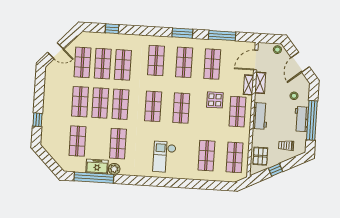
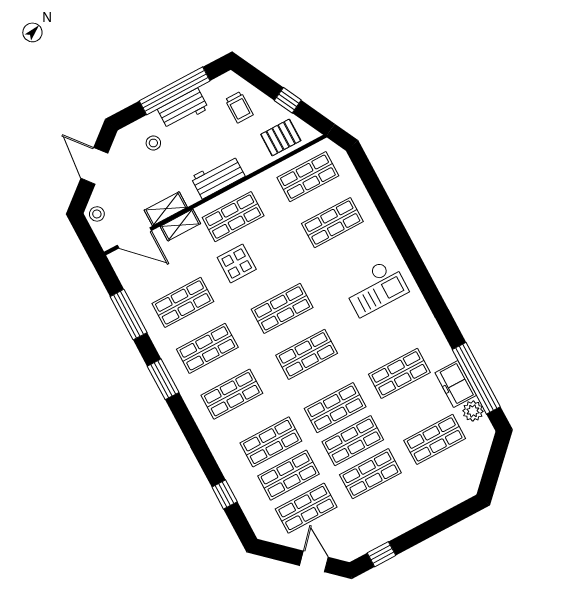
door: (300, 62) -> (94, 166), swing flipped
window: (38, 120) -> (382, 554), moved
plant: (114, 169) -> (473, 411), moved

